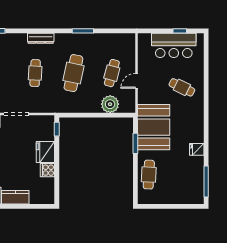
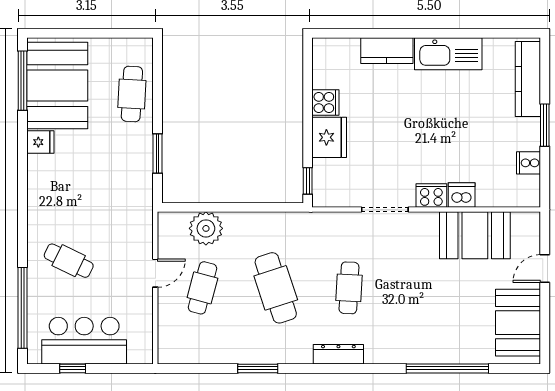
window: (206, 63) -> (23, 308), added
cafe table: (73, 73) -> (276, 288), turned -30
booth: (154, 127) -> (57, 86), moved

